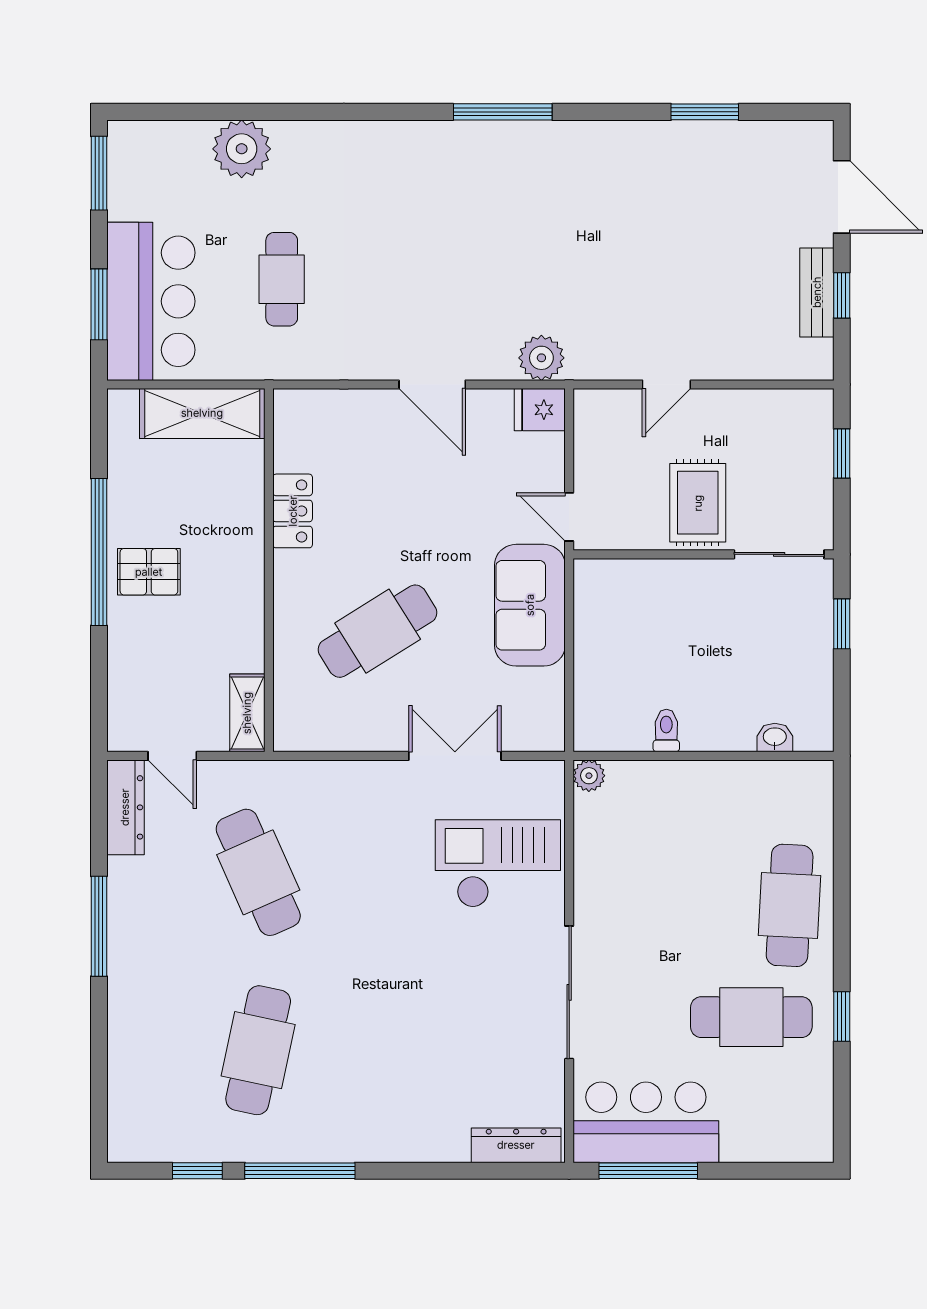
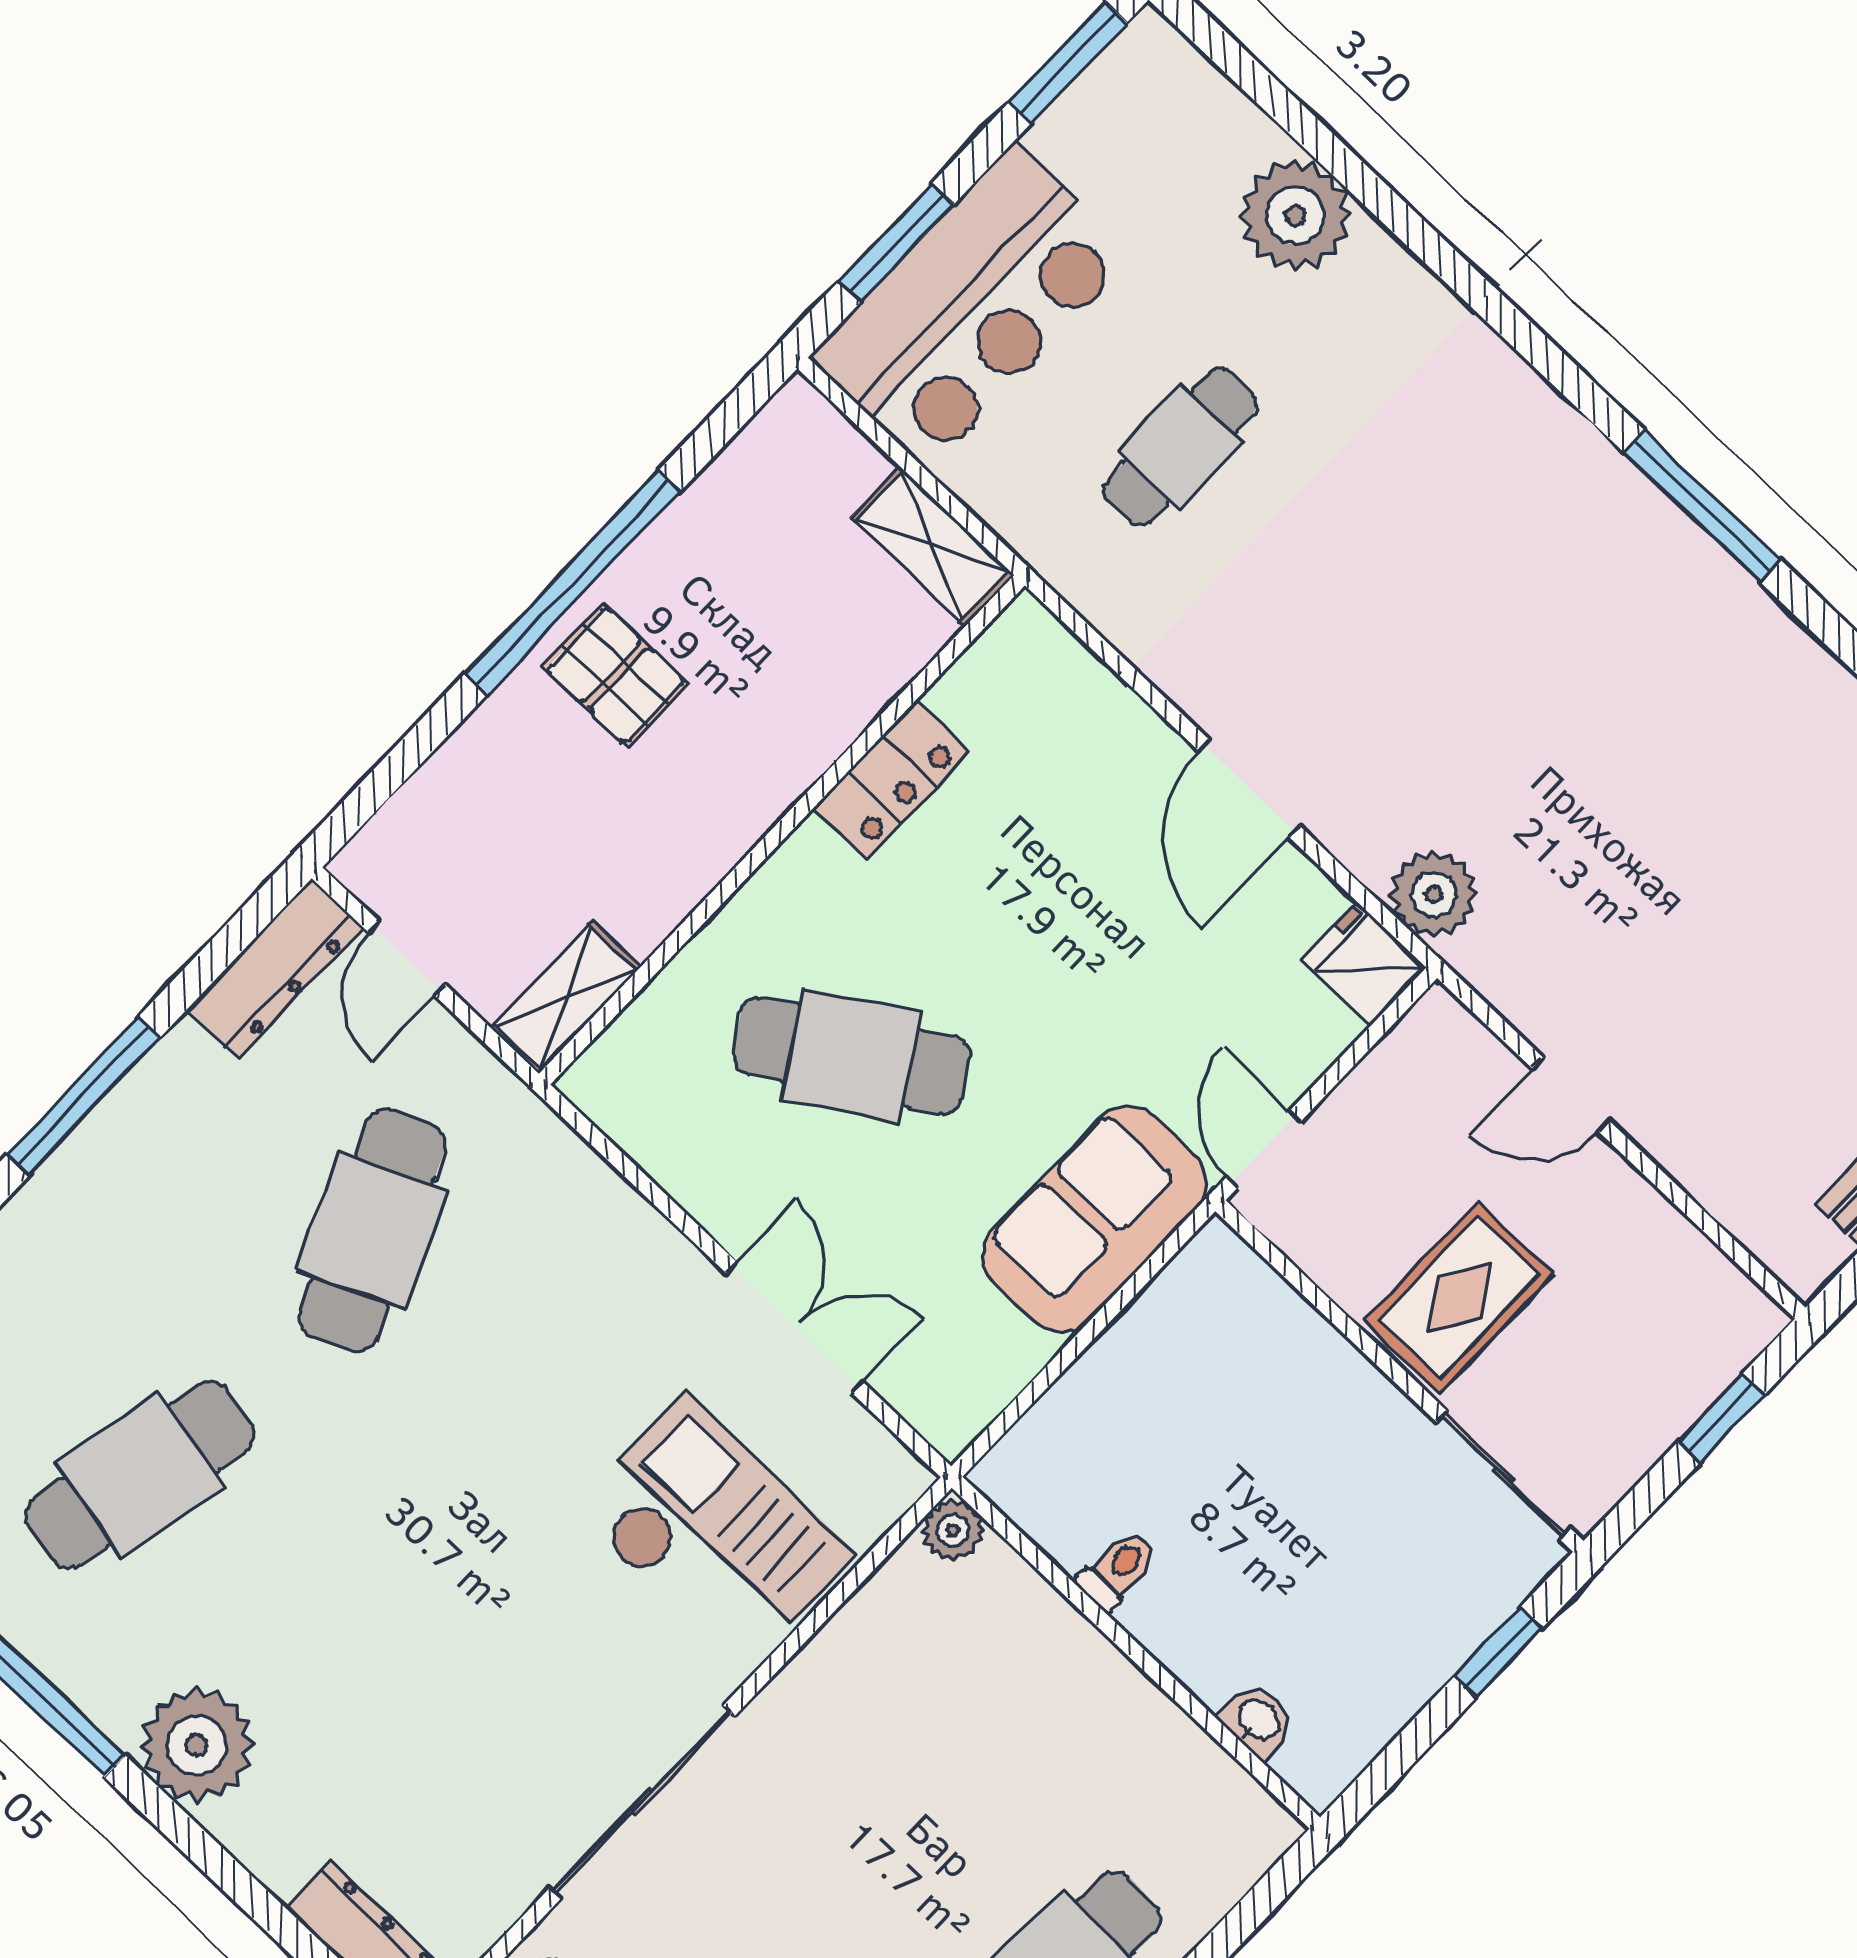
shelving: (202, 413) -> (932, 546), width x0.67, depth x0.75
plant: (378, 1133) -> (197, 1745), added

